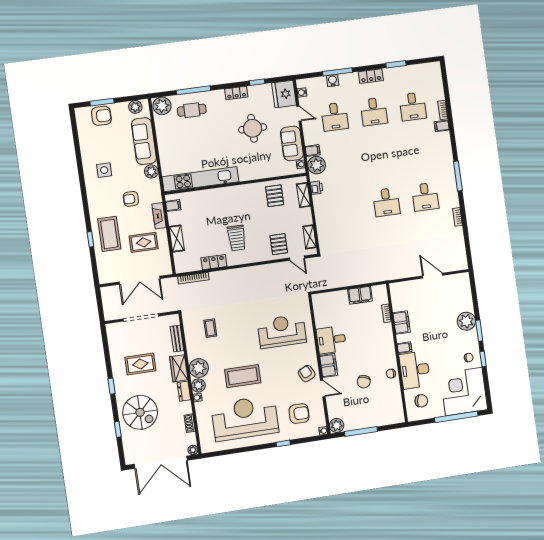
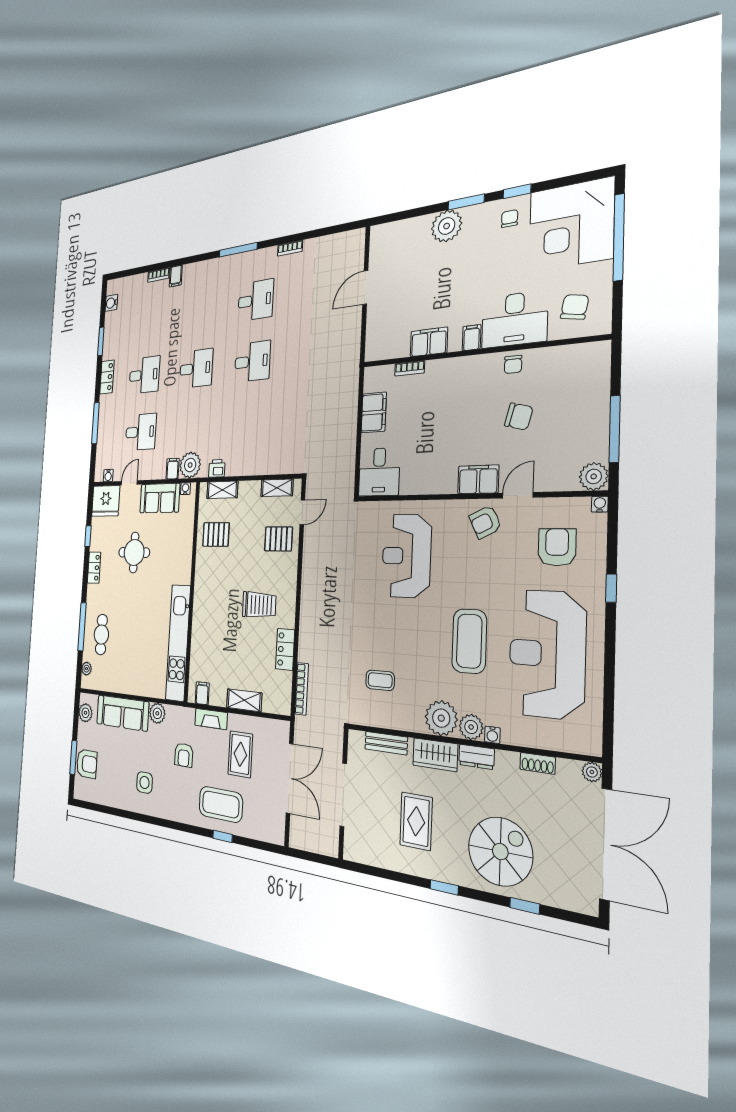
water cooler: (333, 81) -> (111, 303), moved
plant: (162, 106) -> (87, 669), width x0.53, depth x0.53
desk: (413, 106) -> (196, 368), moved
armchair: (101, 116) -> (87, 764), turned 90
desk: (331, 340) -> (379, 472), moved

